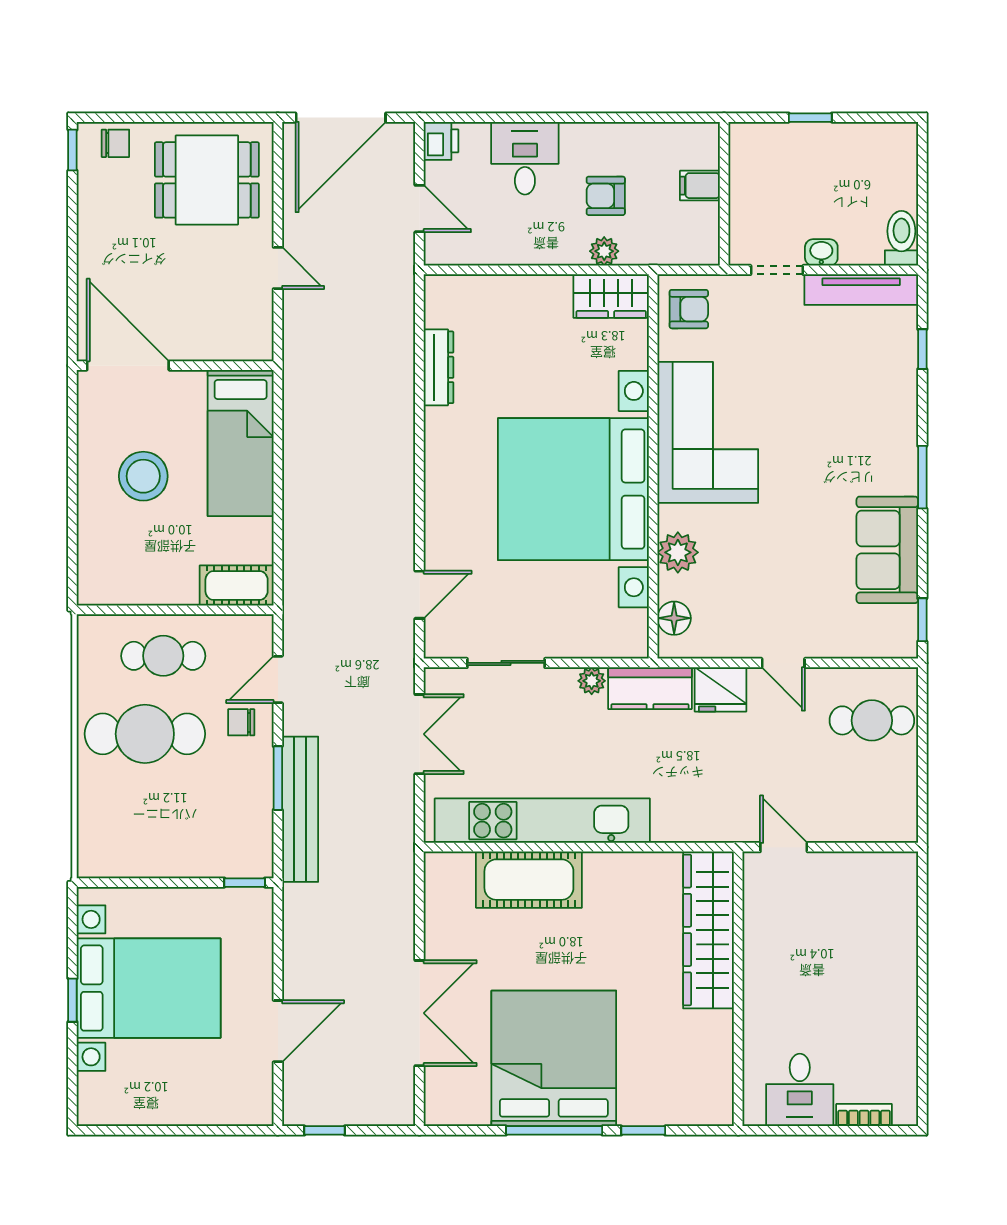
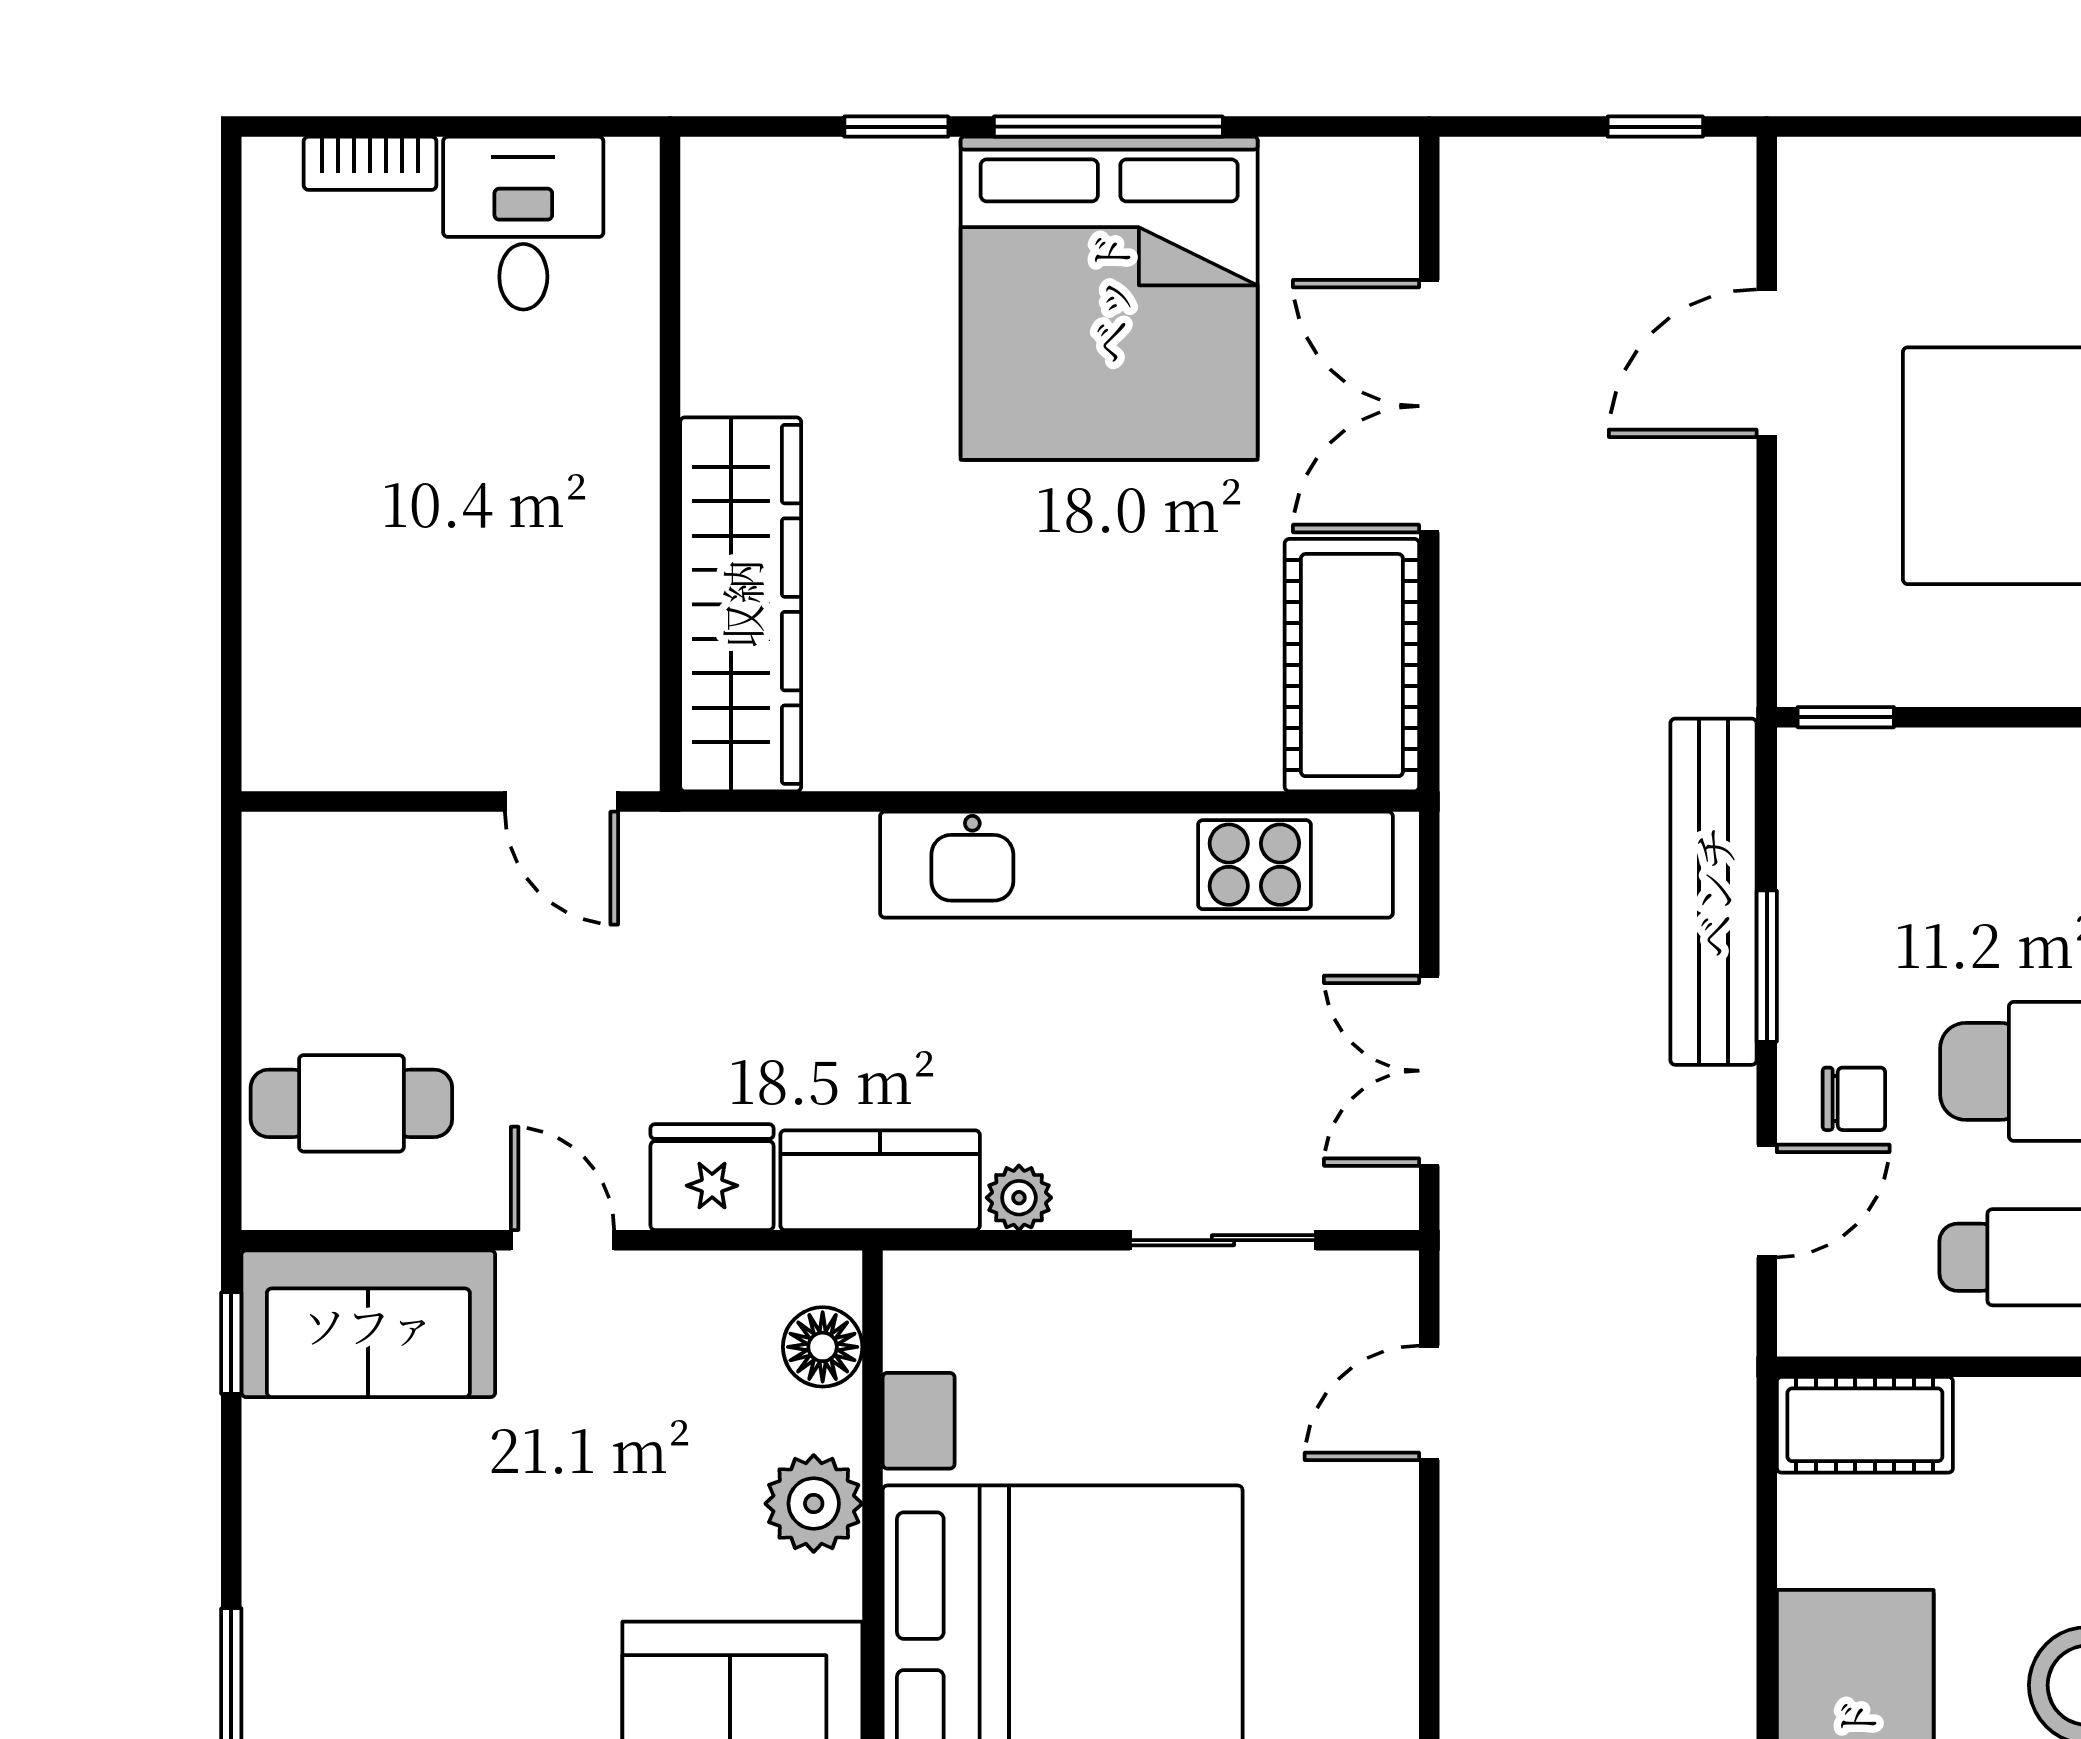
sofa: (887, 550) -> (368, 1324), moved, turned 90
cot: (529, 880) -> (1352, 665), moved, turned 90

